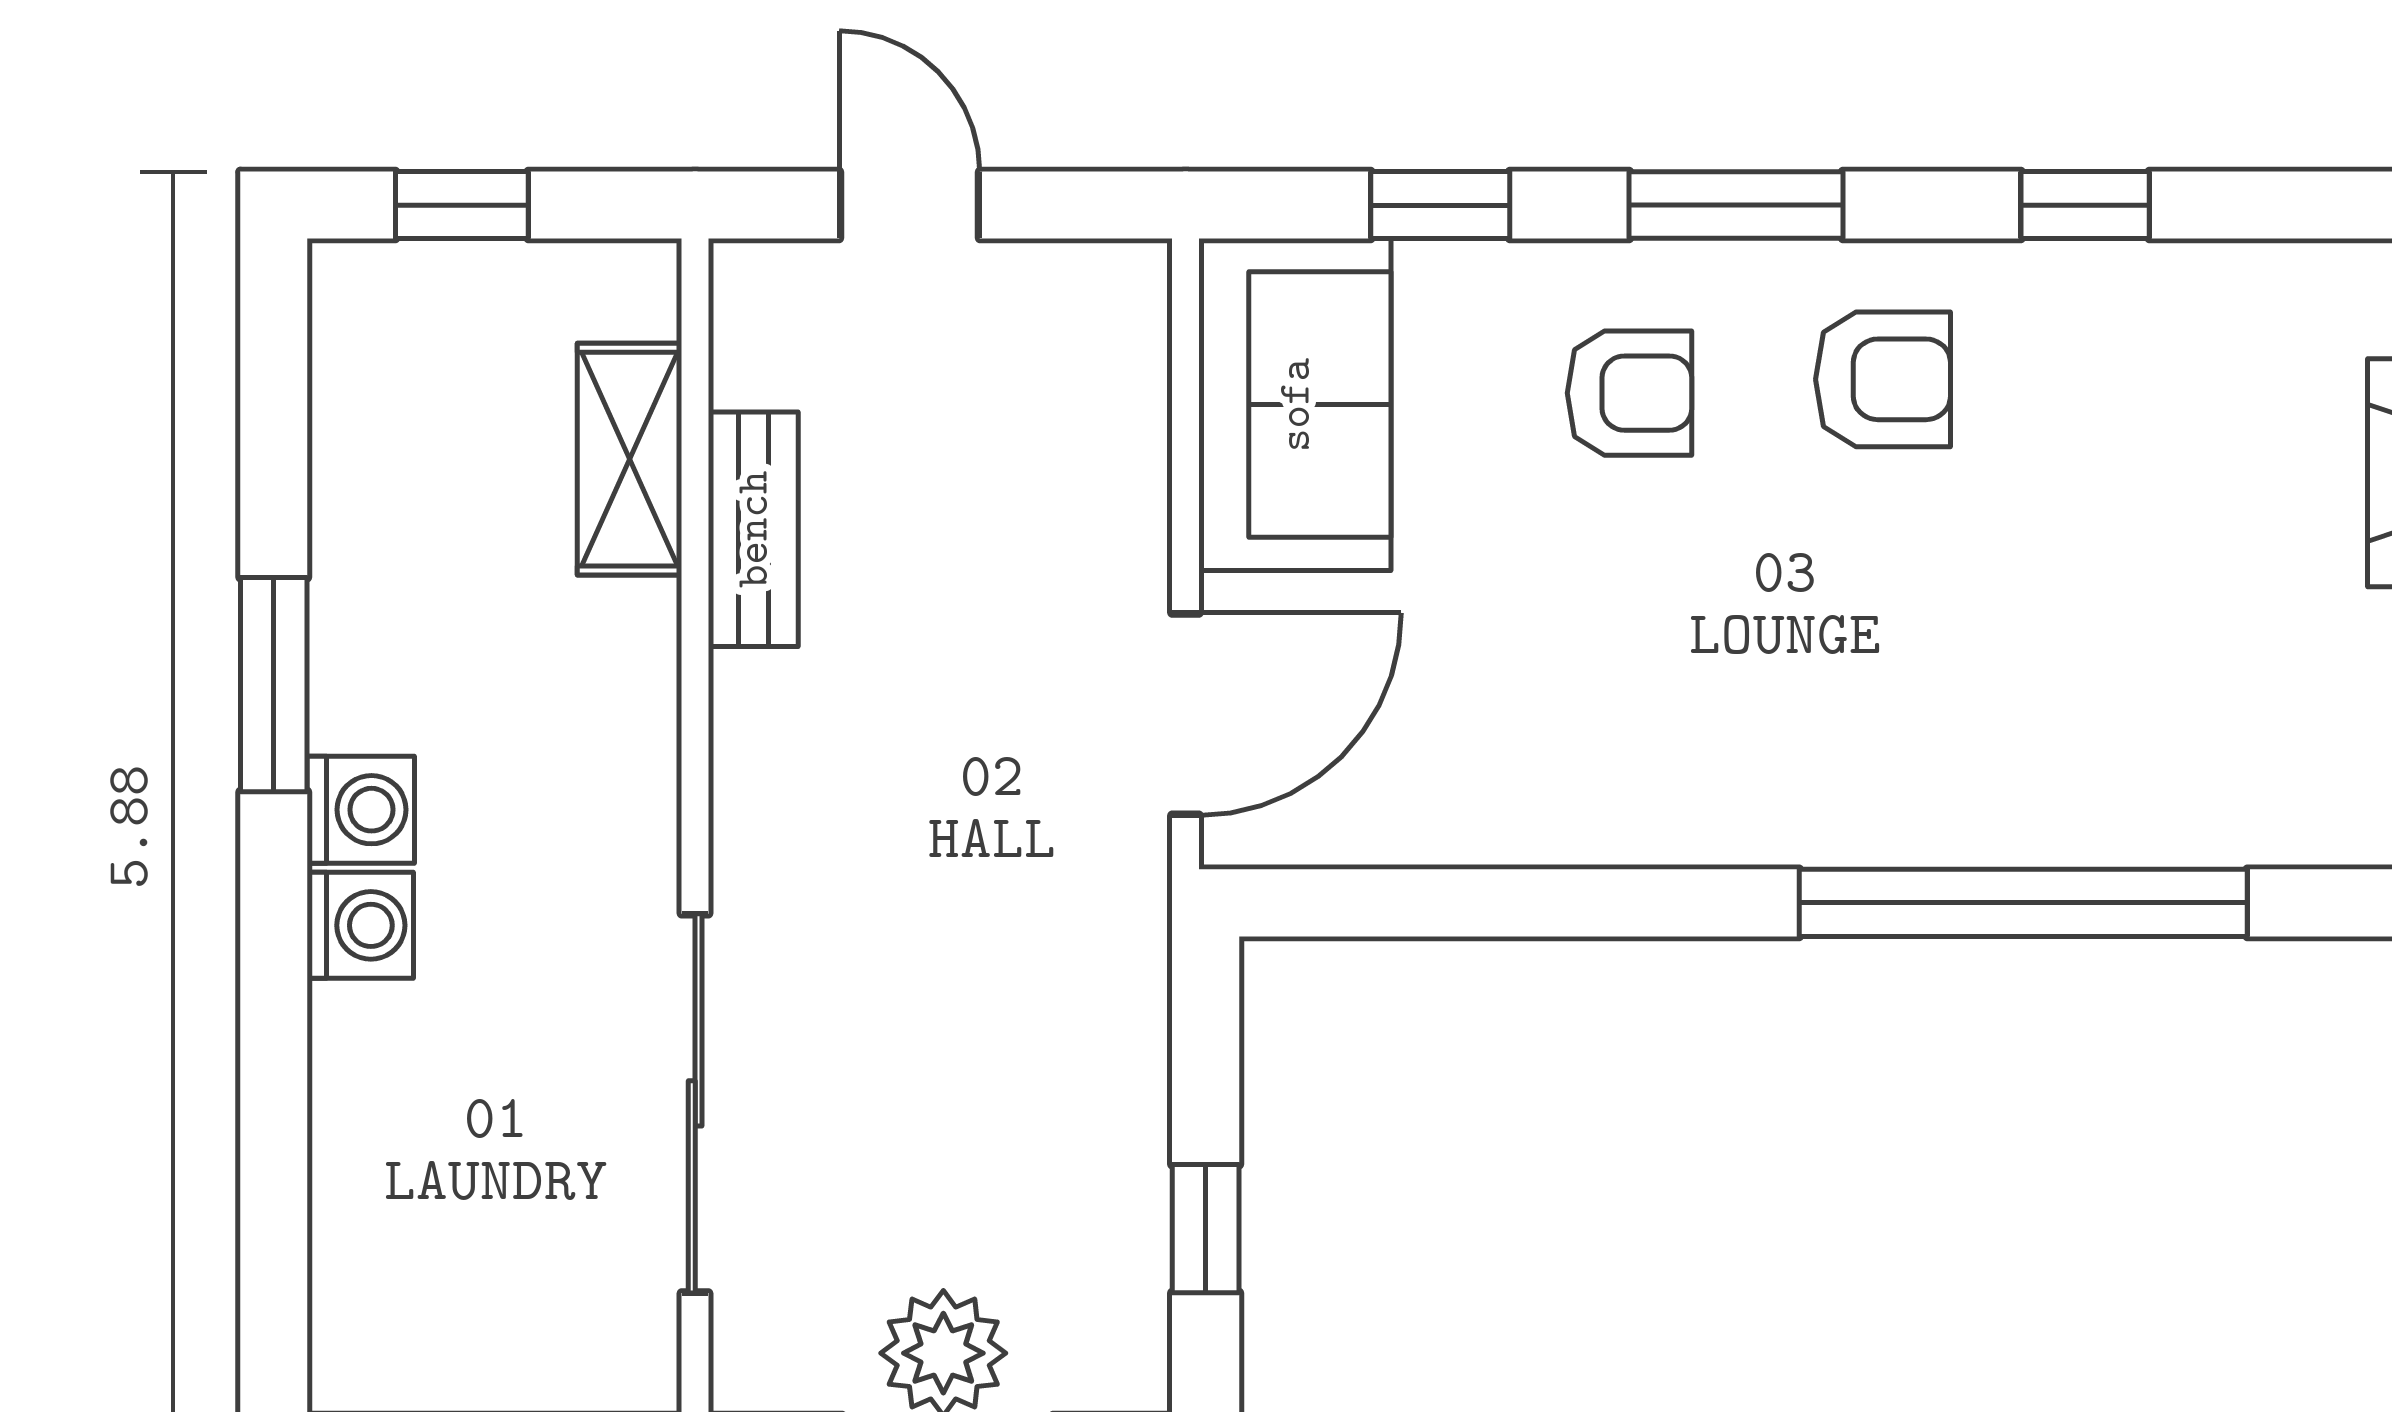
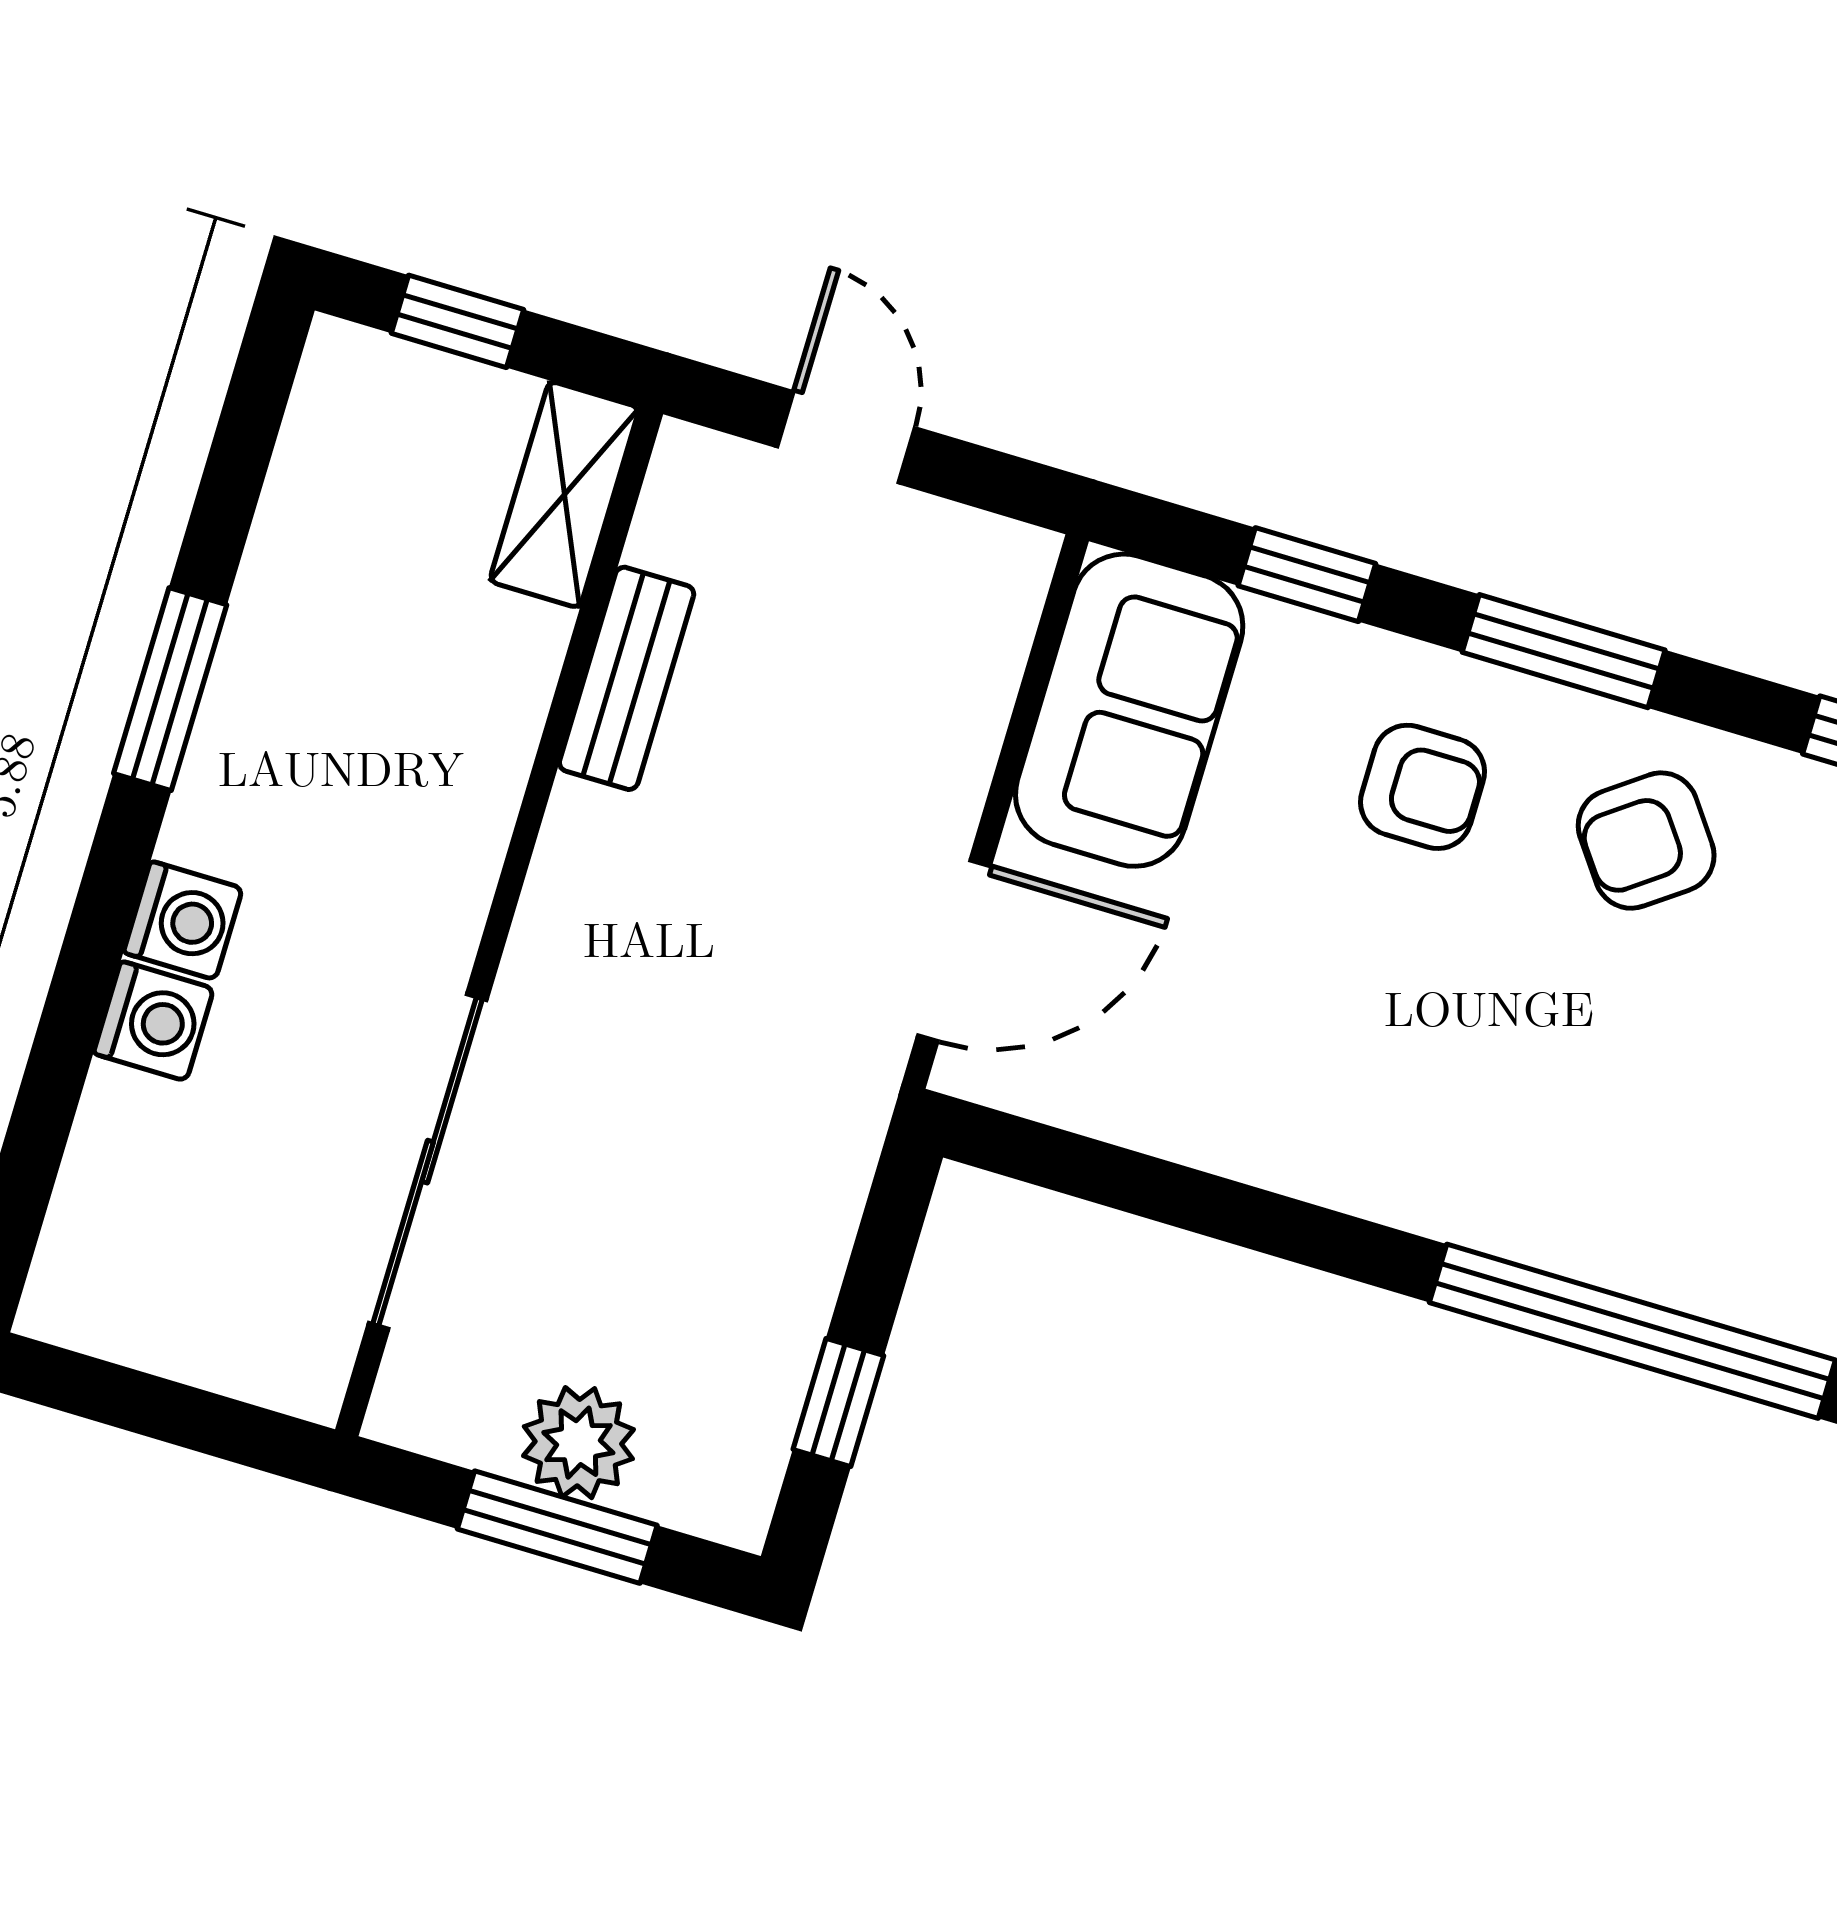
armchair: (1883, 379) -> (1646, 841), turned 144
shelving: (629, 459) -> (564, 495), moved
washing machine: (361, 810) -> (153, 1021), moved

